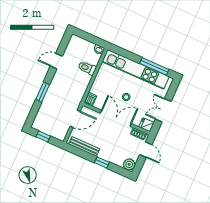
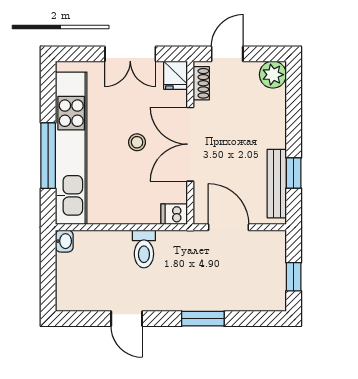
window: (154, 66) -> (48, 156), moved
toilet: (87, 68) -> (144, 249), moved
window: (102, 162) -> (294, 173), moved

